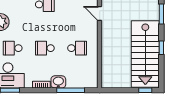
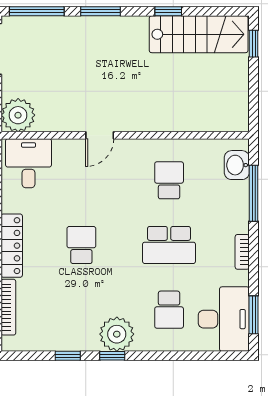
school desk: (45, 48) -> (169, 245), width x1.85
stairs: (145, 54) -> (199, 34), width x0.73, depth x0.66
washbasin: (58, 82) -> (237, 165), moved

